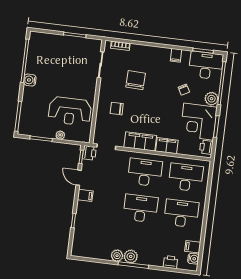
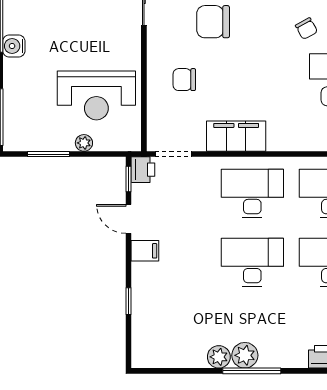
chair: (136, 80) -> (213, 22), turned -92
filing cabinet: (167, 146) -> (287, 138), removed

